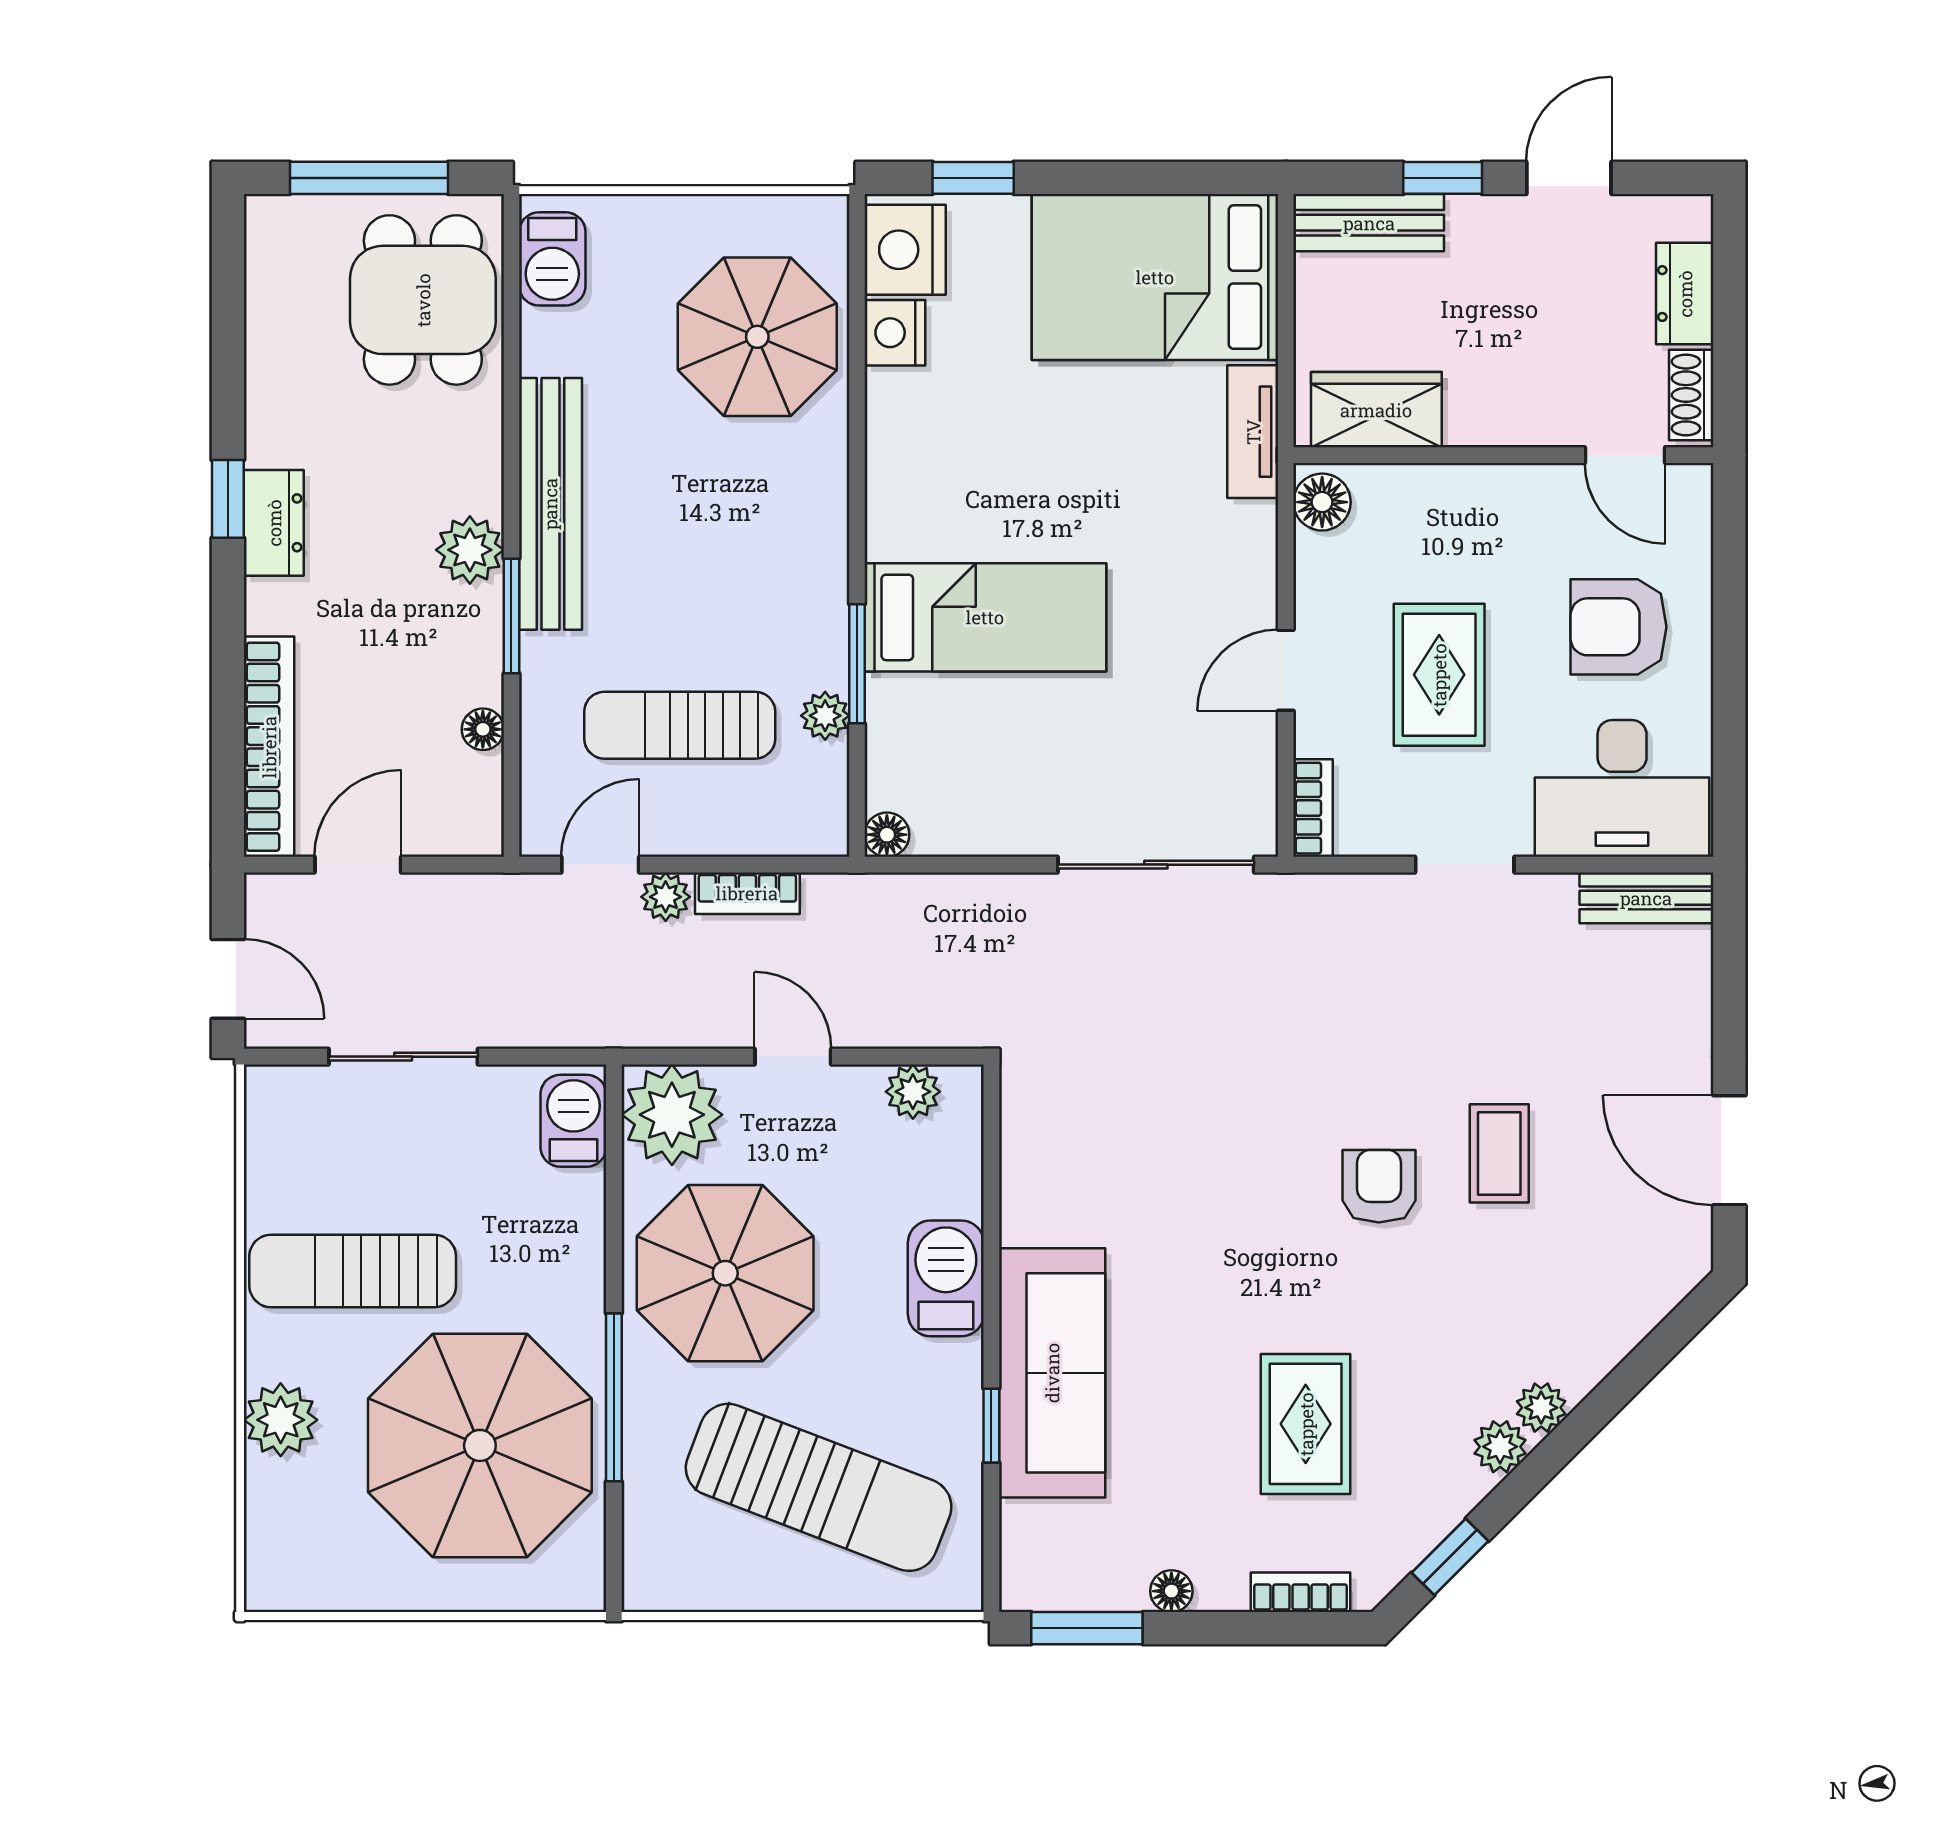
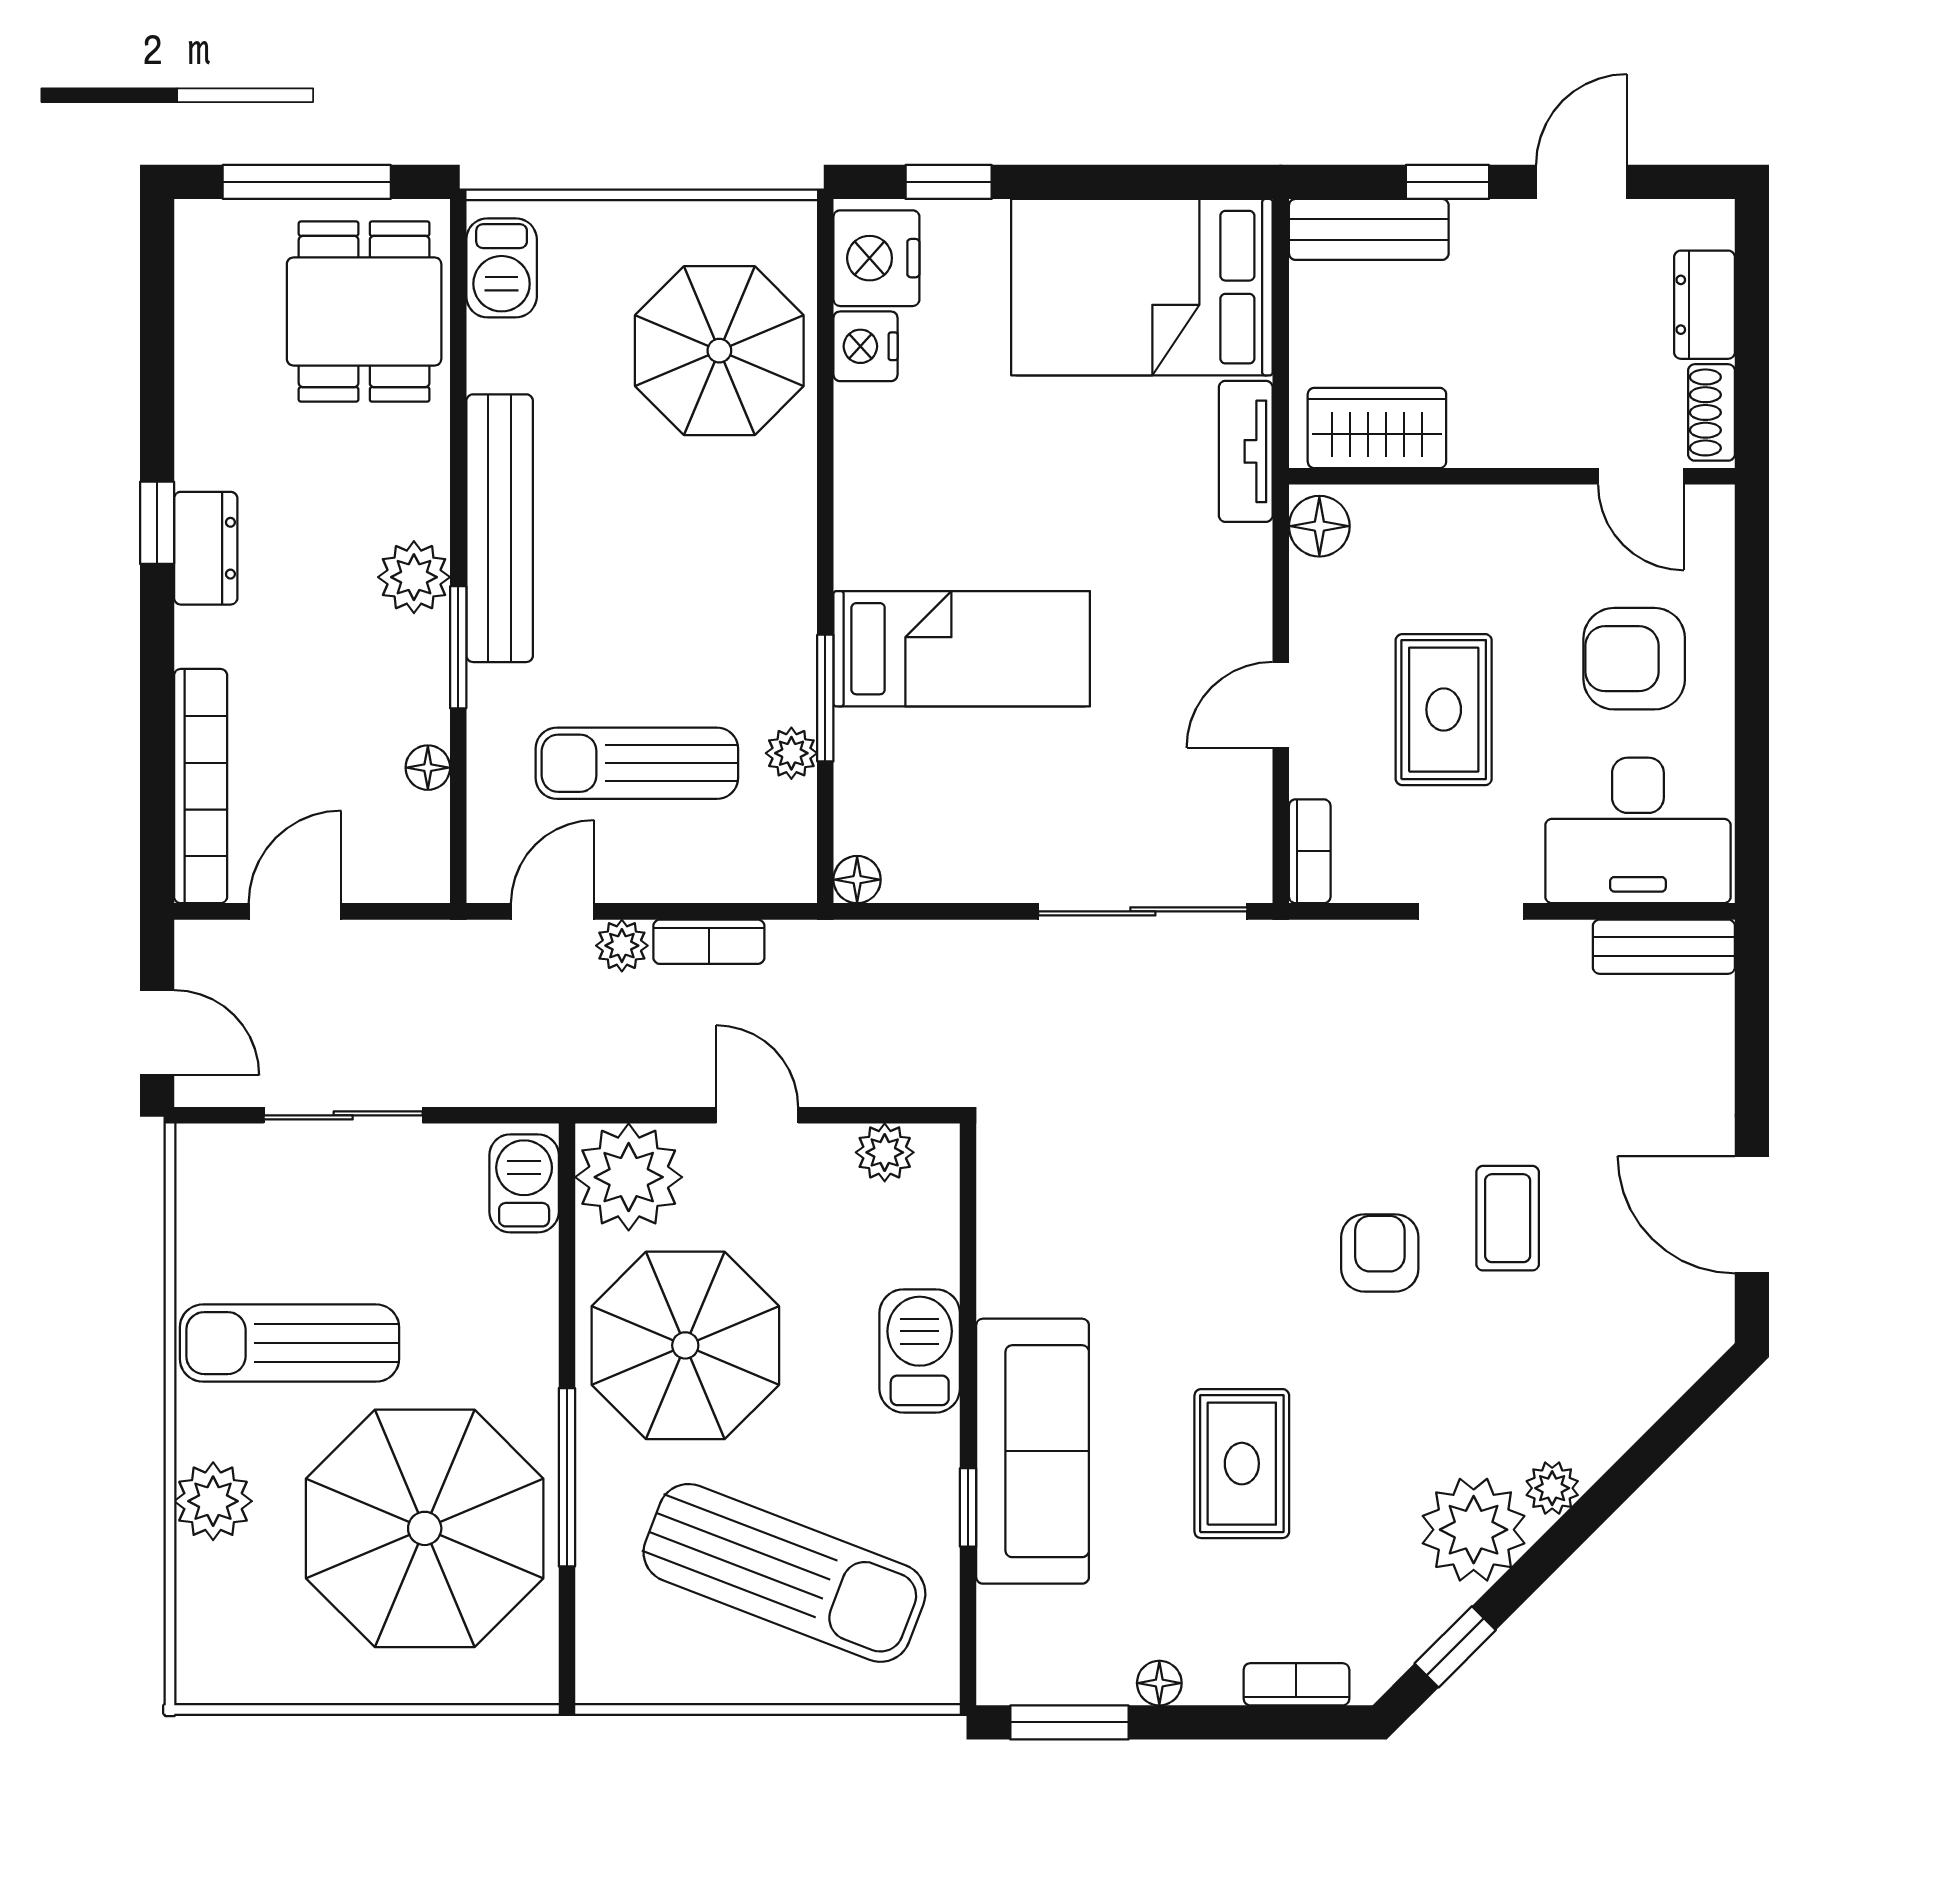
rug: (1306, 1424) -> (1242, 1464), moved
plant: (1500, 1447) -> (1474, 1530), width x1.87, depth x1.87

